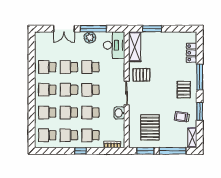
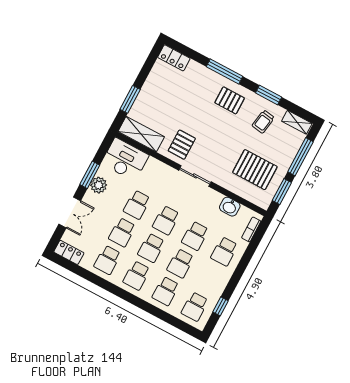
window: (93, 29) -> (90, 175), width x0.69
locker: (39, 41) -> (69, 252), added
locker: (192, 53) -> (174, 58), moved
washbasin: (119, 113) -> (230, 207), moved
school desk: (69, 135) -> (210, 279), removed
window: (81, 151) -> (221, 306), moved

